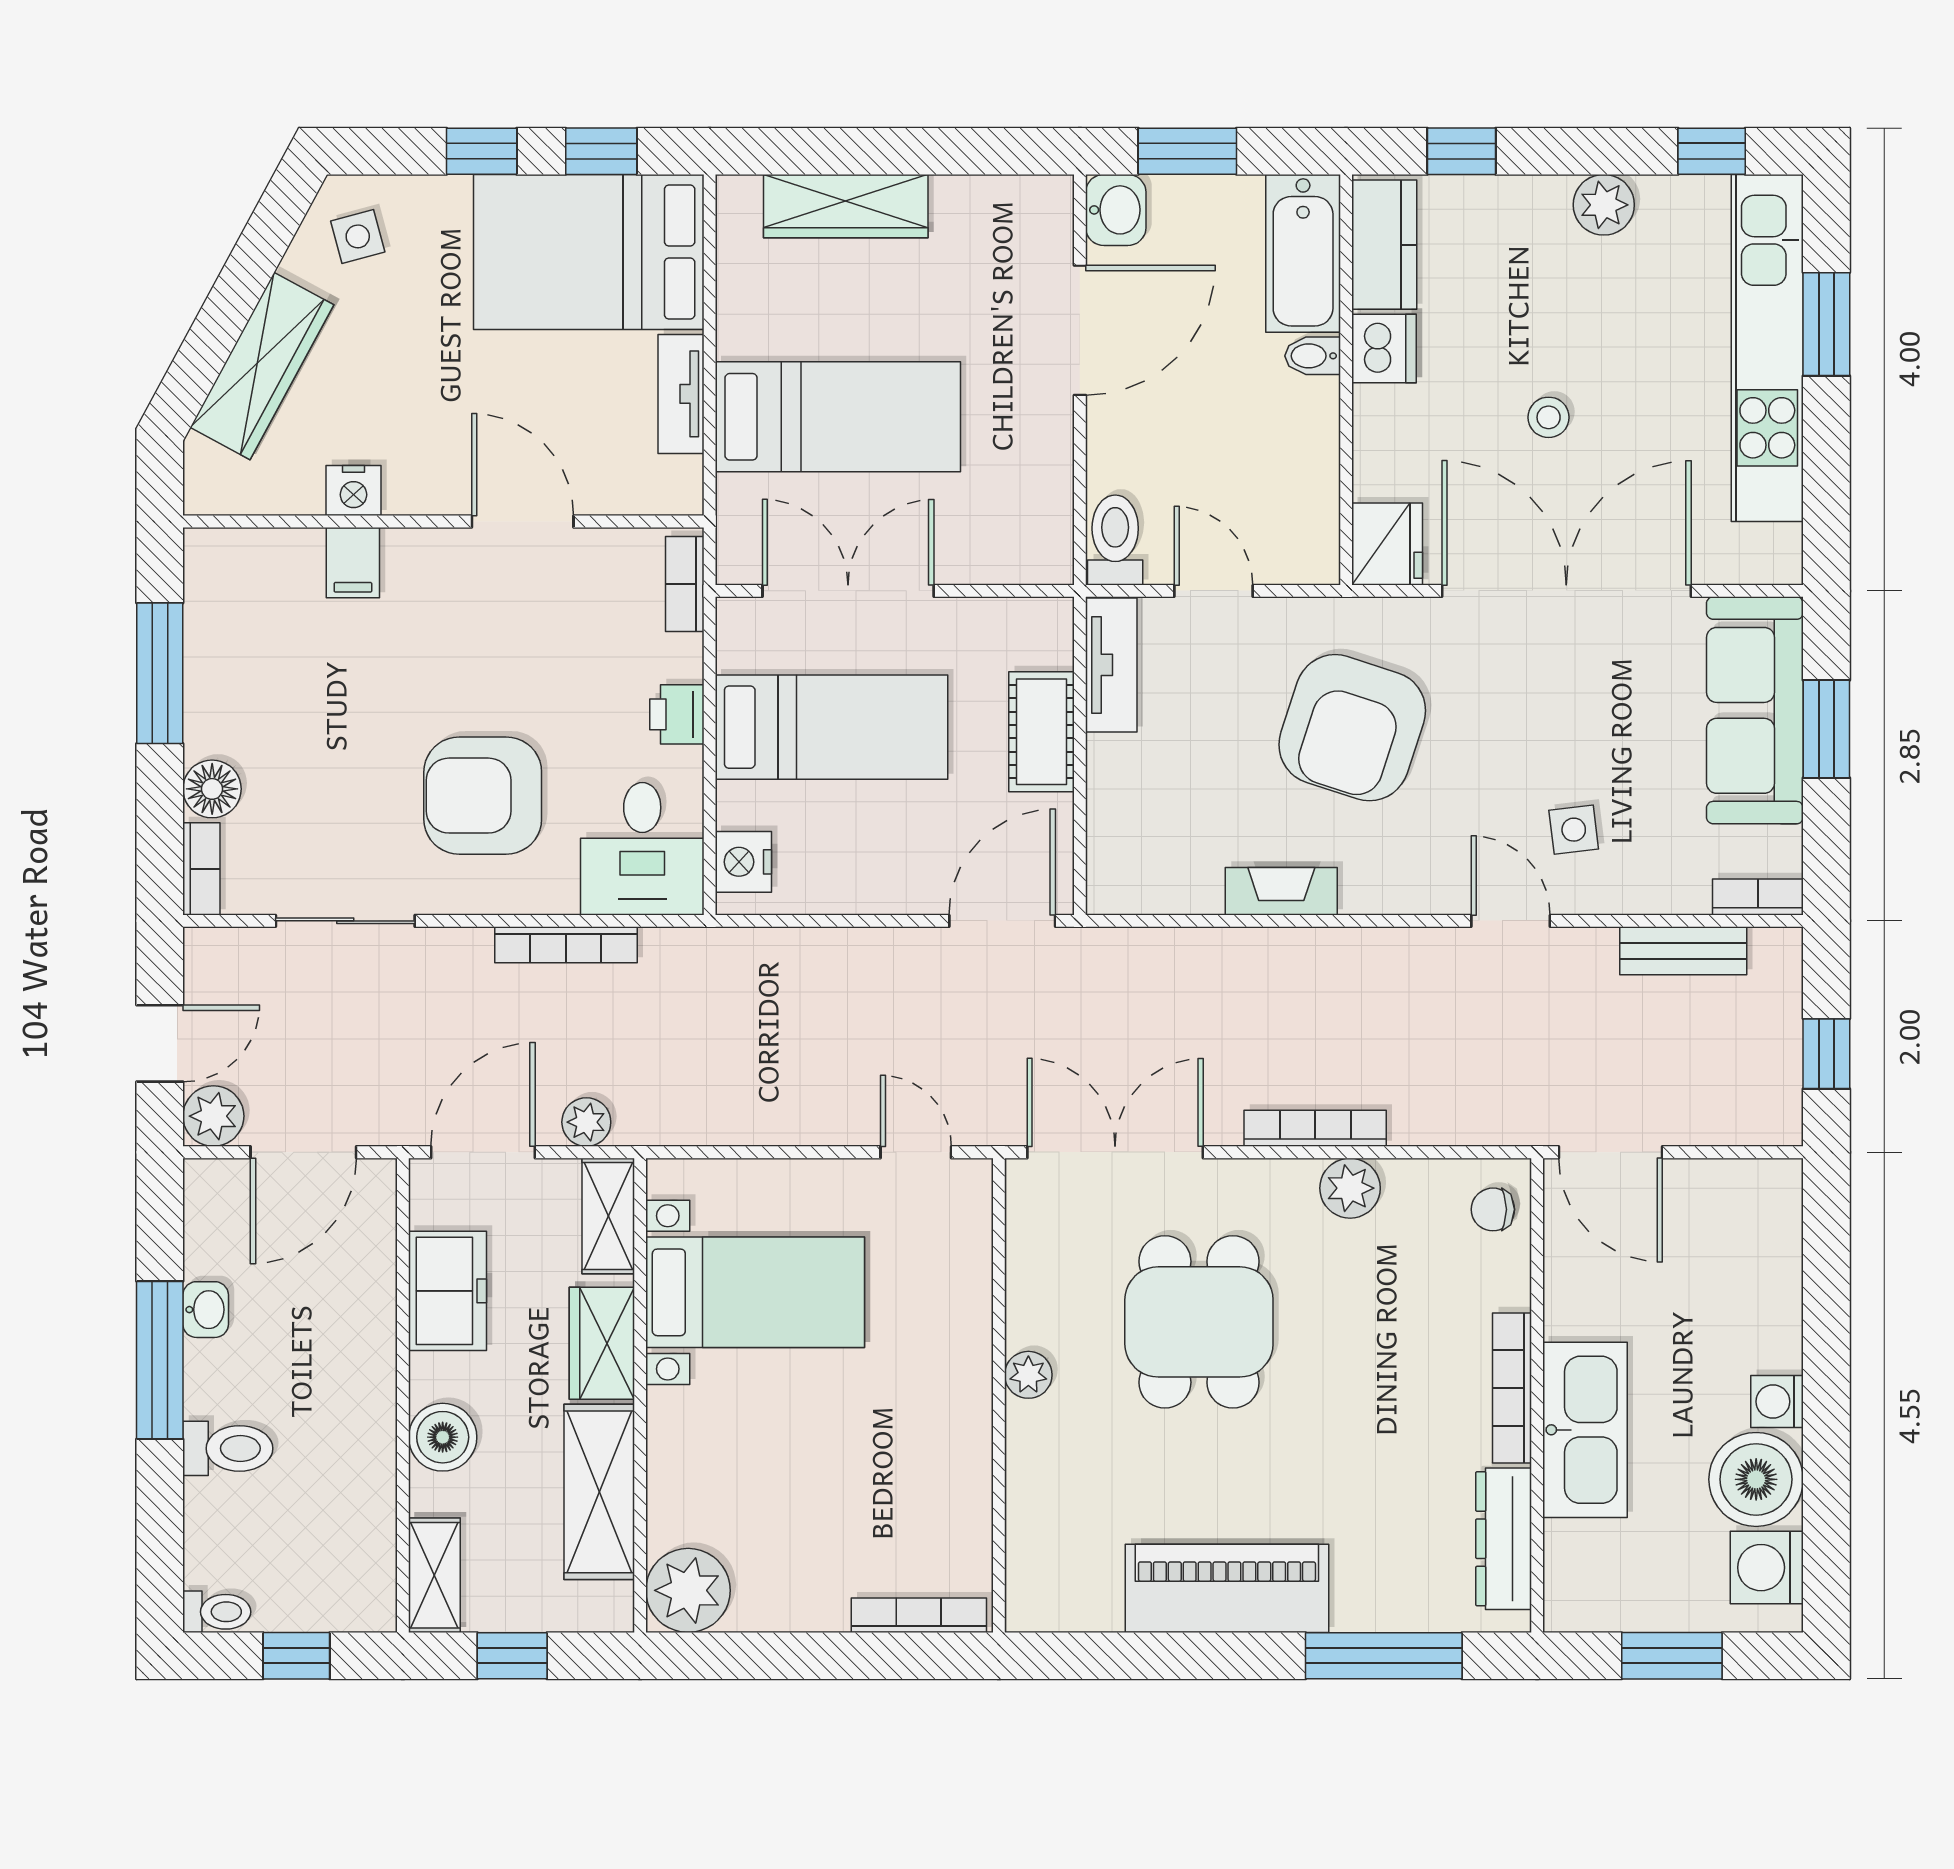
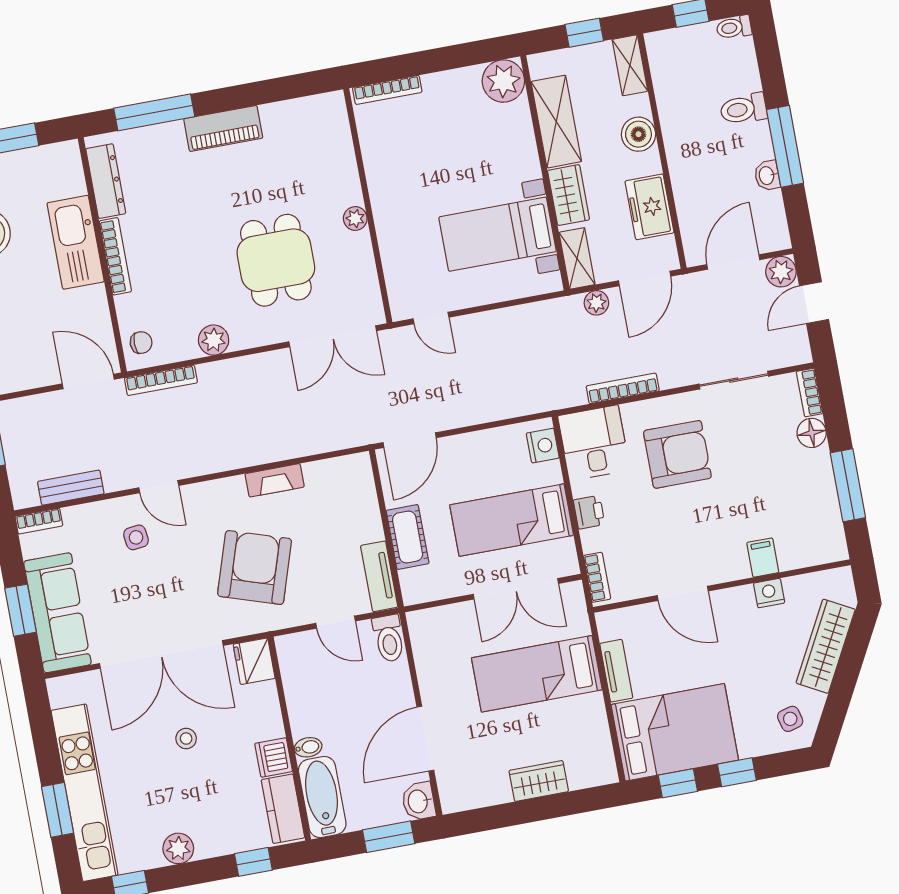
wardrobe: (846, 206) -> (539, 781), width x0.67
bookcase: (1315, 1128) -> (161, 380), moved
piano: (1227, 1588) -> (223, 128), width x0.73, depth x0.75

